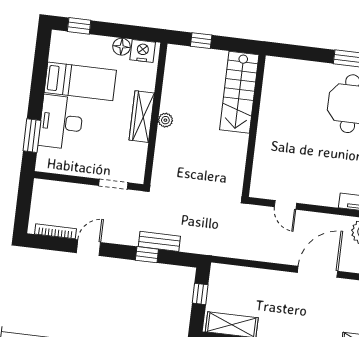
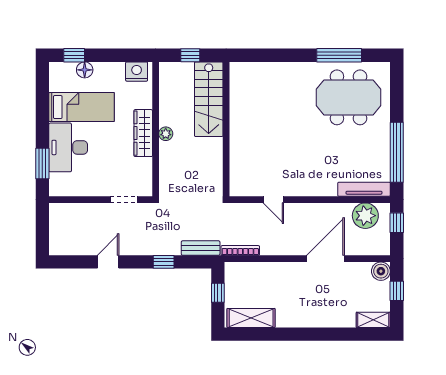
floor lamp: (122, 47) -> (85, 70), moved
stairs: (239, 92) -> (209, 99), moved
wall: (254, 126) -> (226, 129), moved
door: (285, 205) -> (273, 200), moved
bookcase: (55, 231) -> (240, 250), moved
bench: (159, 241) -> (201, 248), moved

